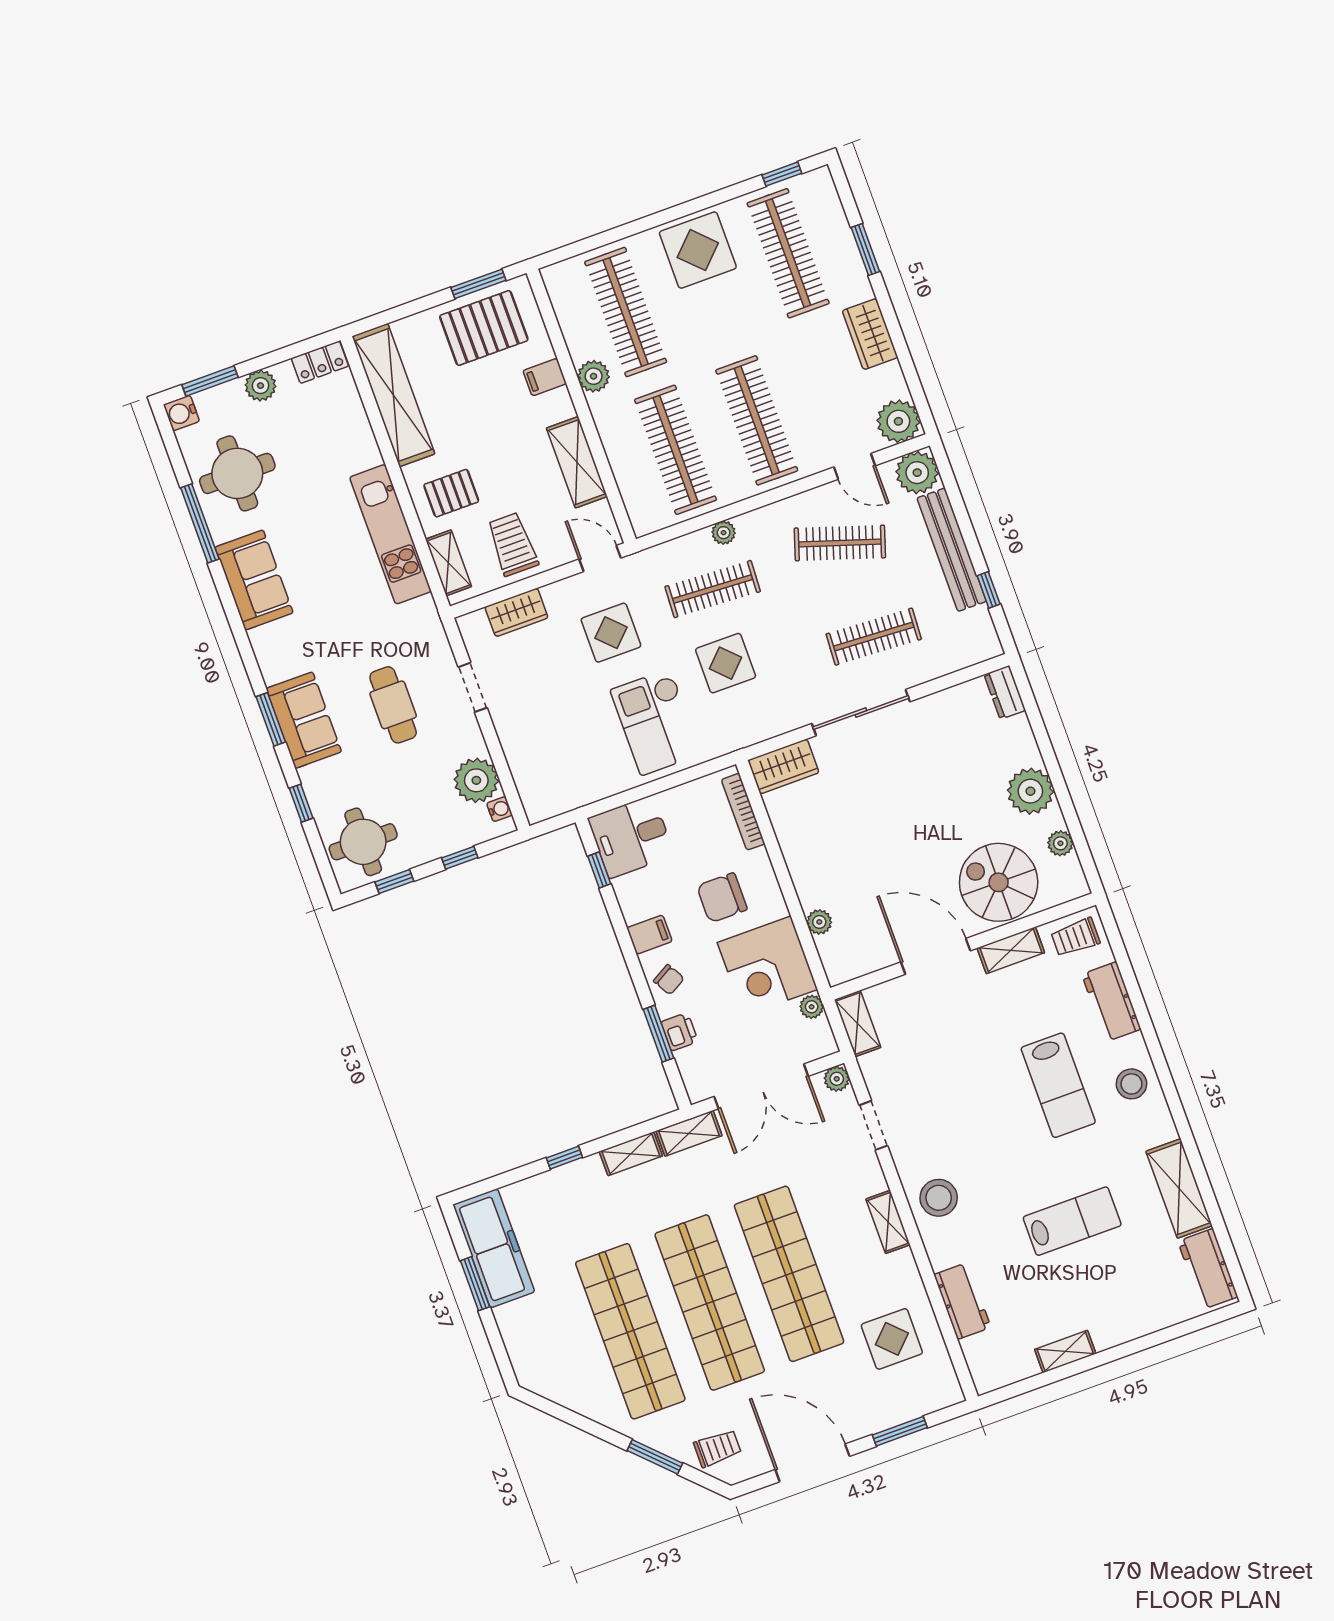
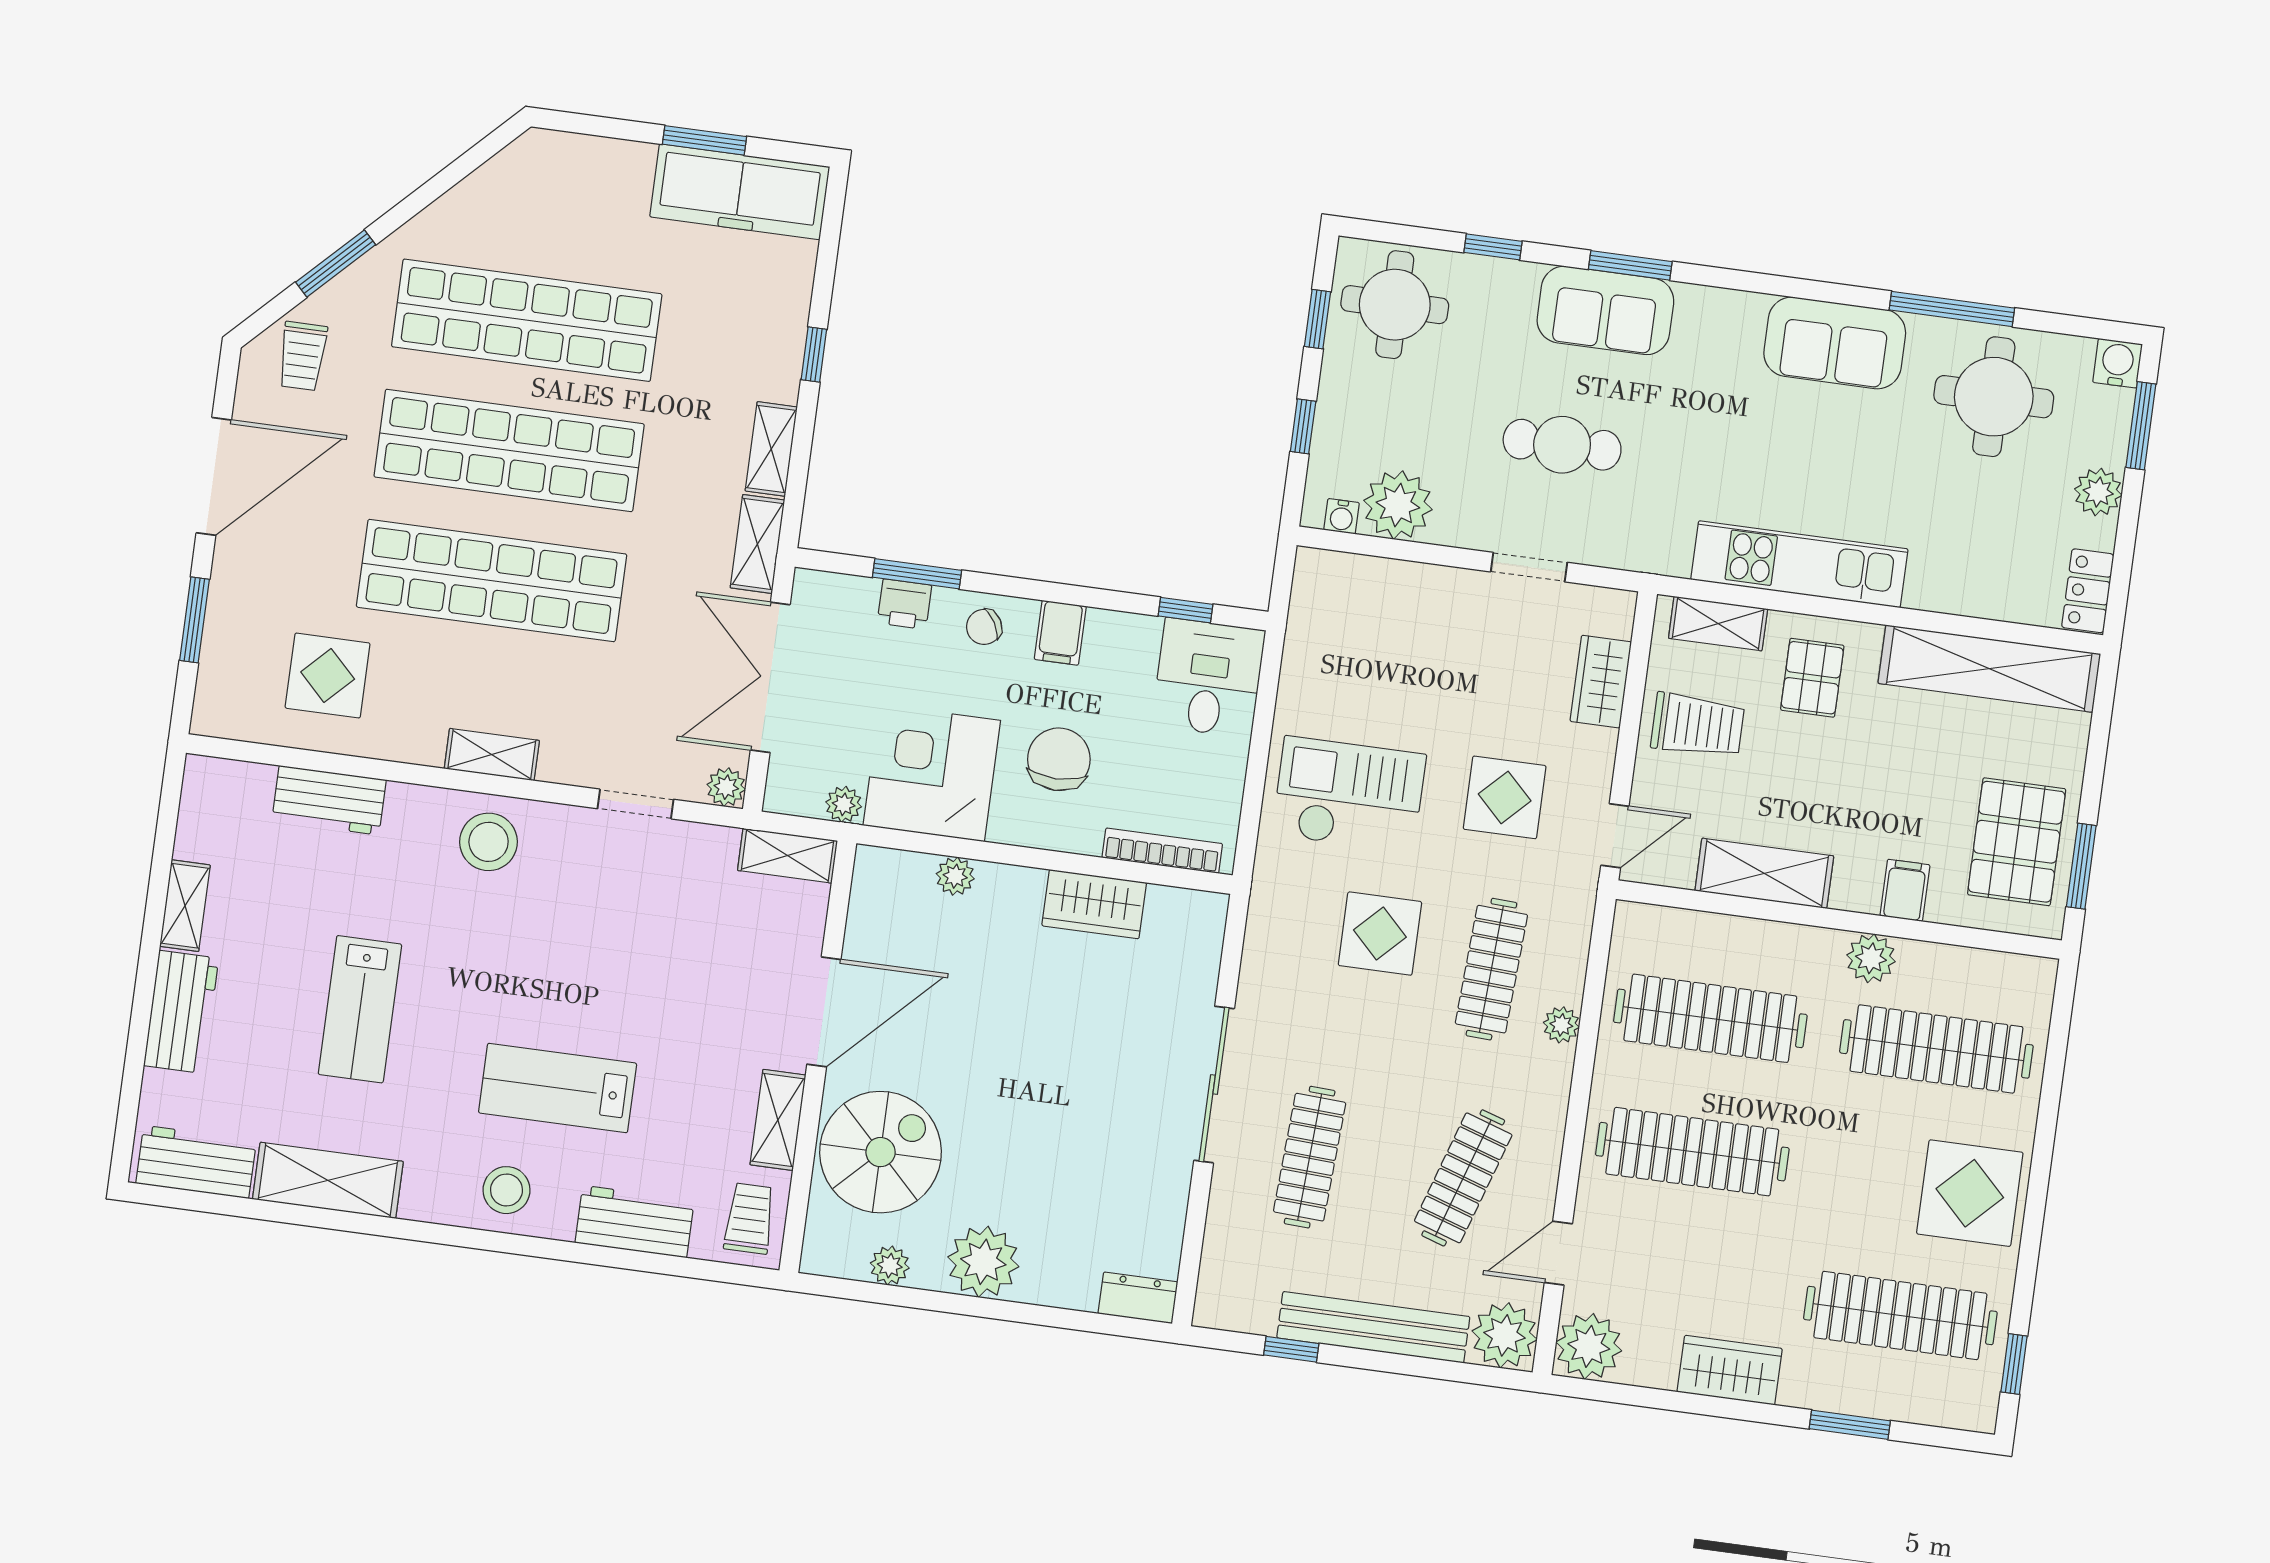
wardrobe: (783, 766) -> (1094, 904), moved, turned -90
workbench: (1127, 1322) -> (181, 1012), added

